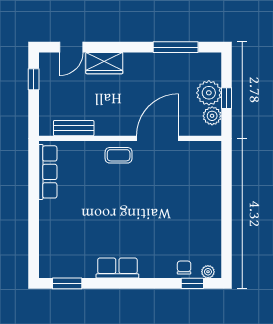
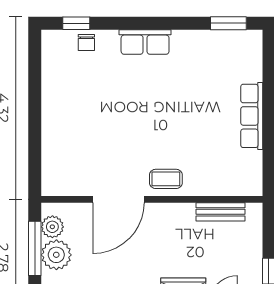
window: (226, 98) -> (35, 248), width x2.17
row of seats: (48, 172) -> (252, 116), moved
row of seats: (117, 268) -> (145, 42), moved
plant: (208, 272) -> (57, 37), removed

